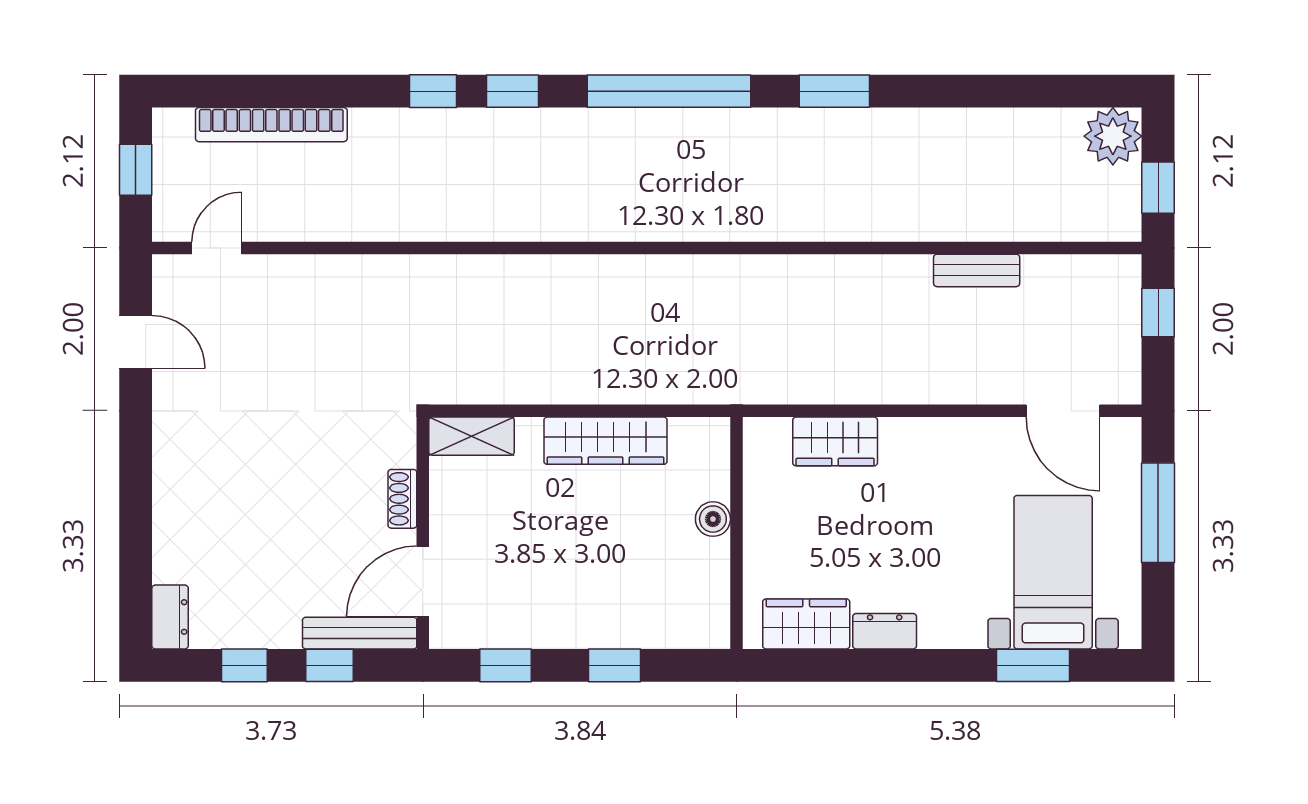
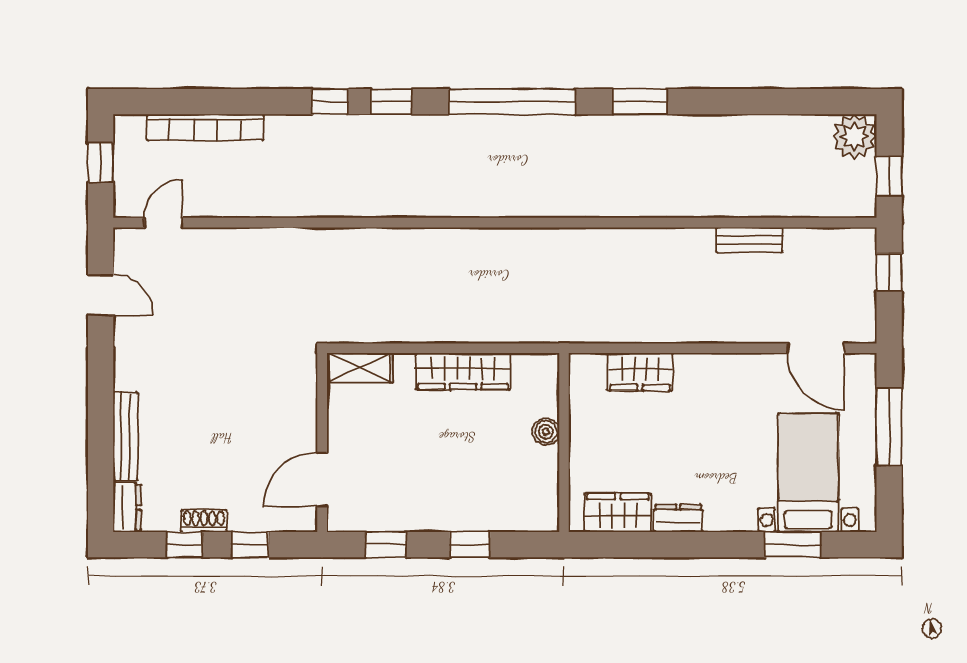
shoe rack: (402, 499) -> (204, 521), moved, turned 90
bench: (360, 633) -> (125, 436), moved, turned 90

